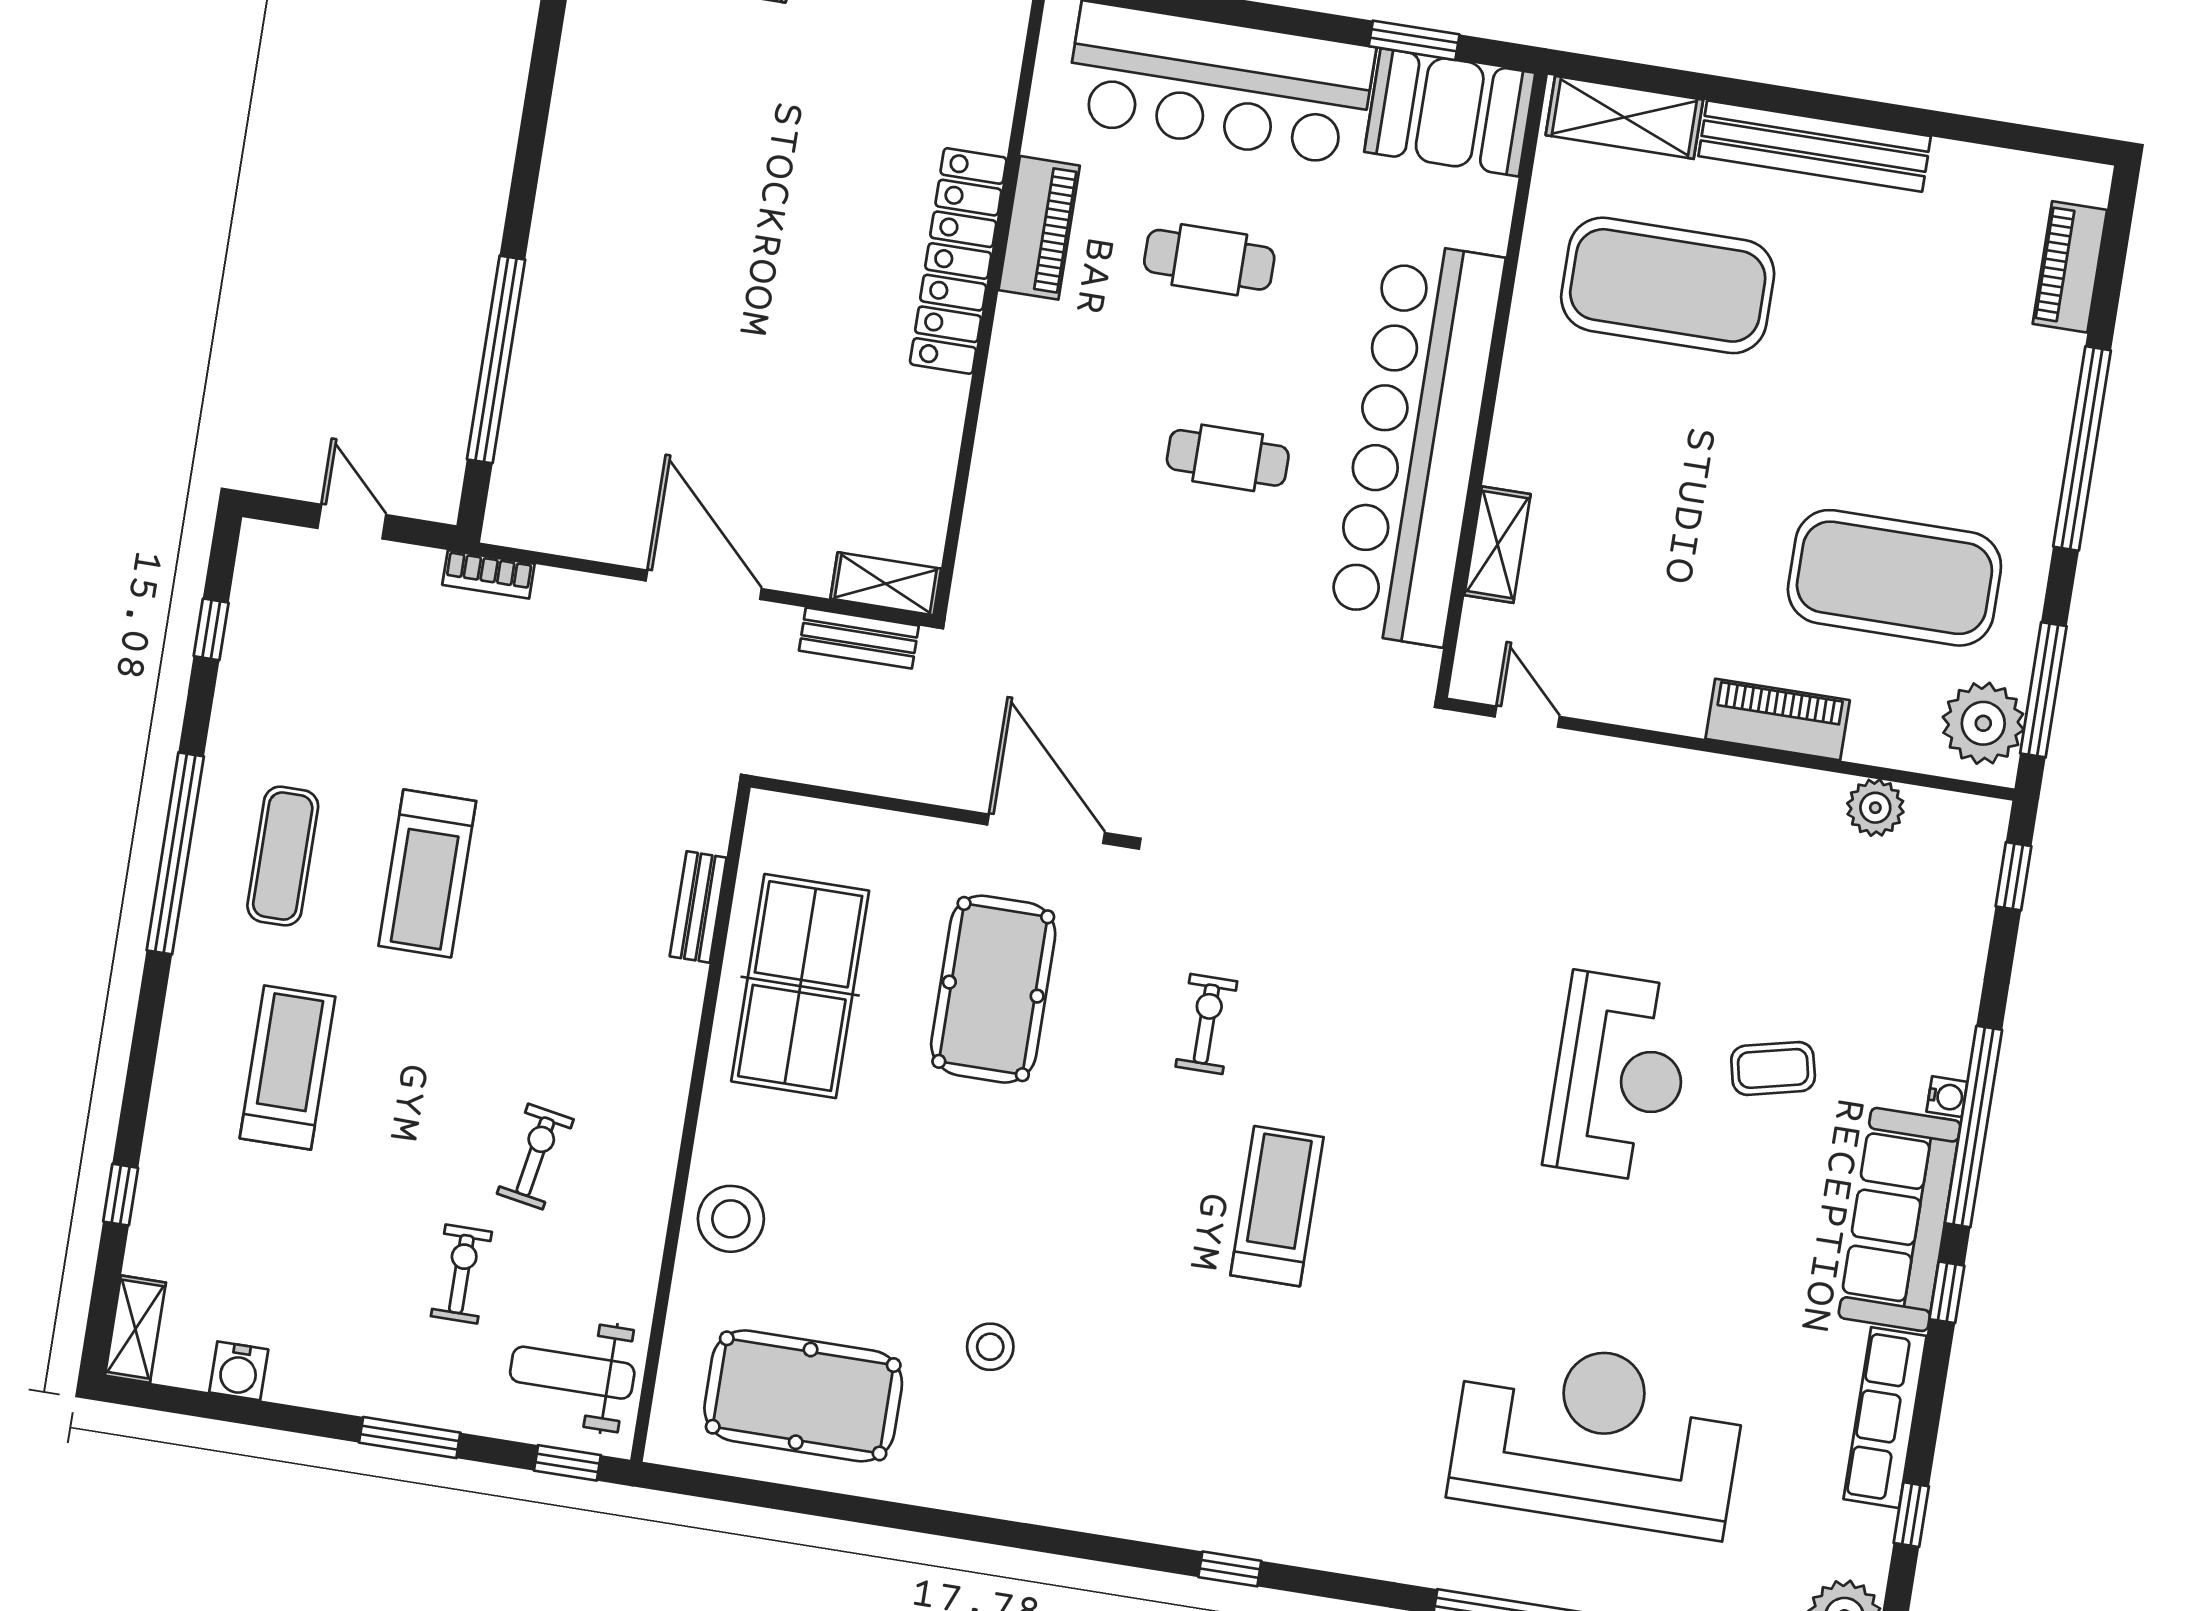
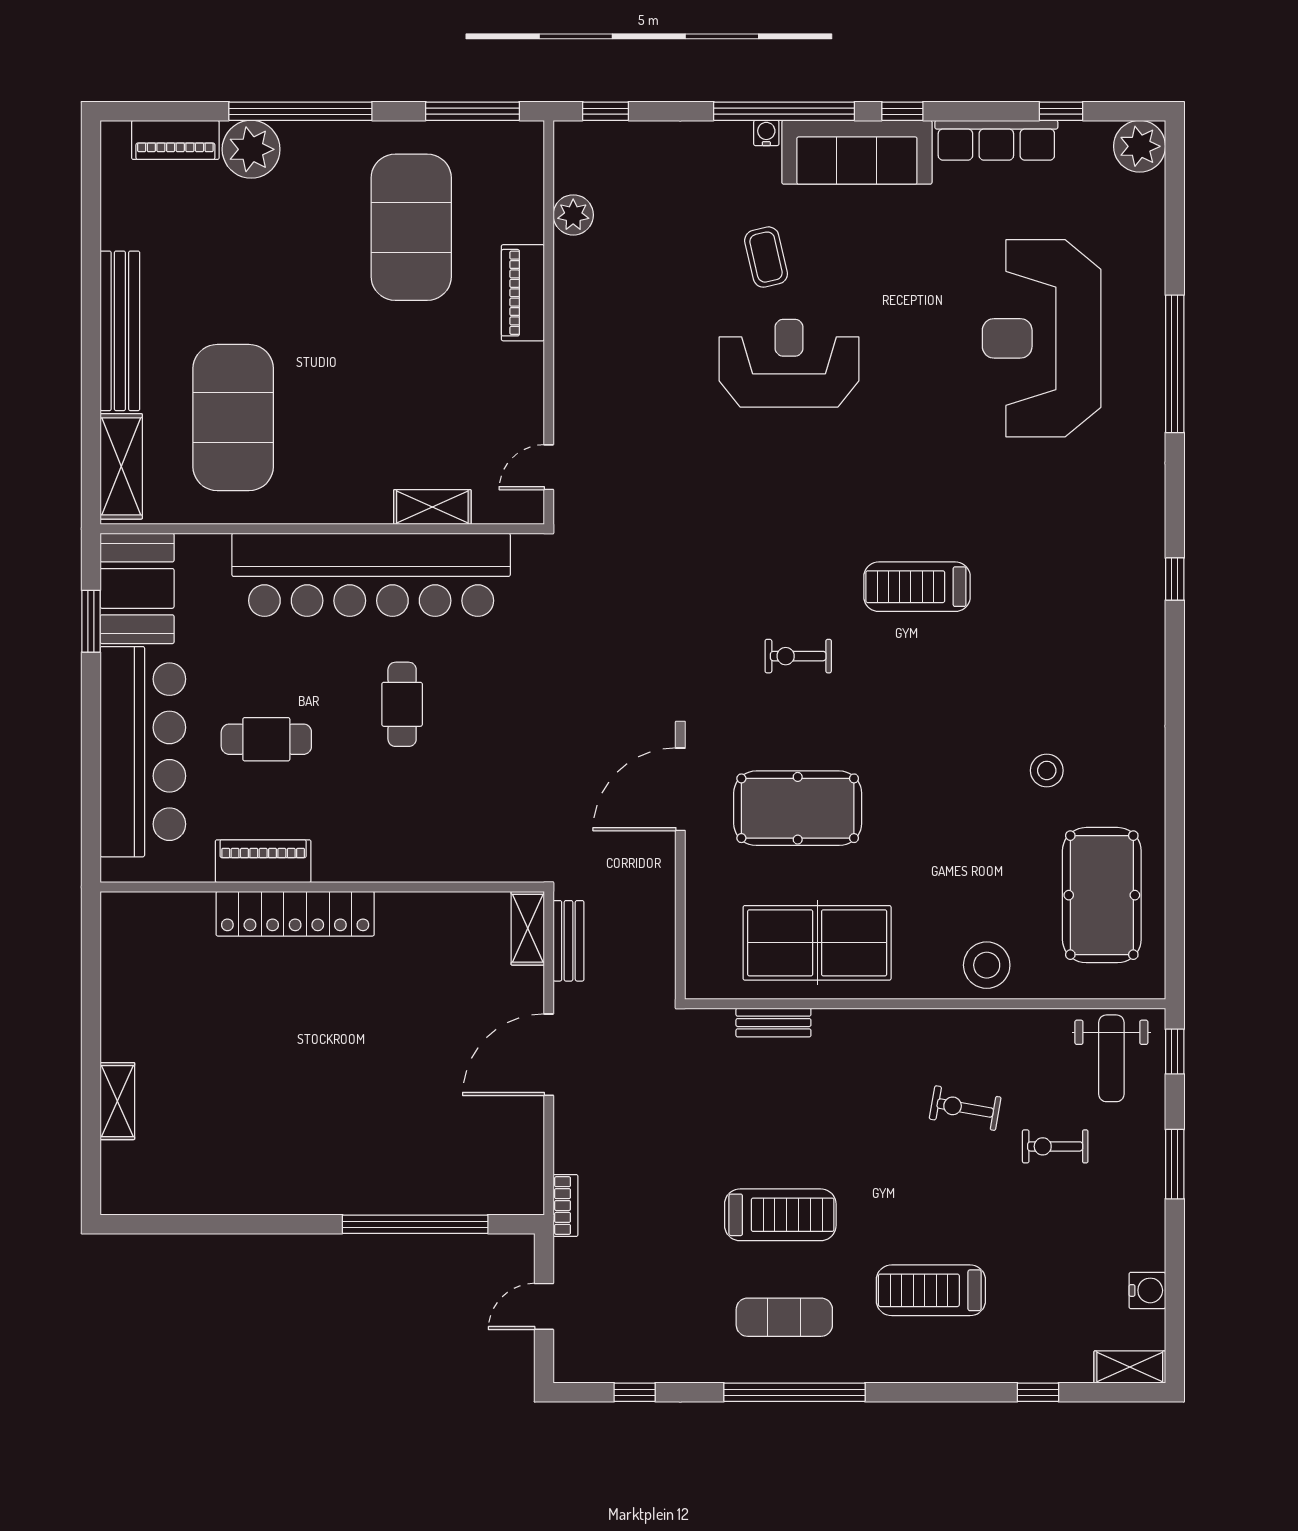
cafe table: (1209, 260) -> (266, 739), turned 90
plant: (1983, 723) -> (251, 149), moved

